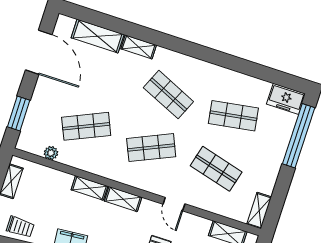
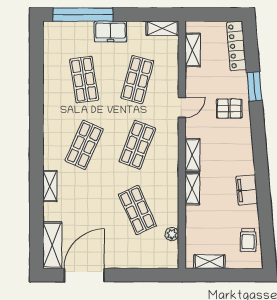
shelving: (98, 36) -> (52, 245), moved
freezer: (286, 99) -> (111, 31), moved, turned 90
window: (19, 113) -> (146, 275), removed
shop shelf: (151, 148) -> (137, 145), turned 45
trolley: (20, 227) -> (248, 240), turned 180

